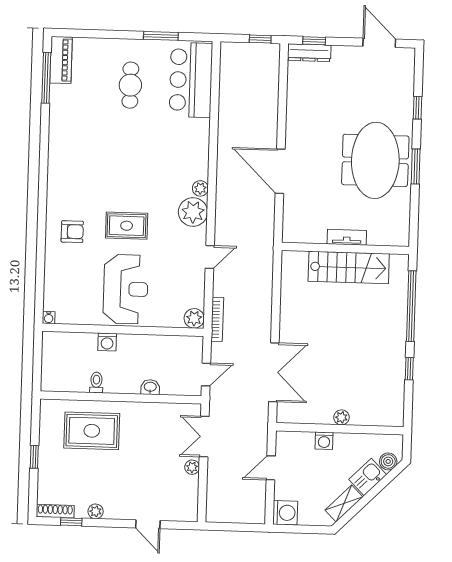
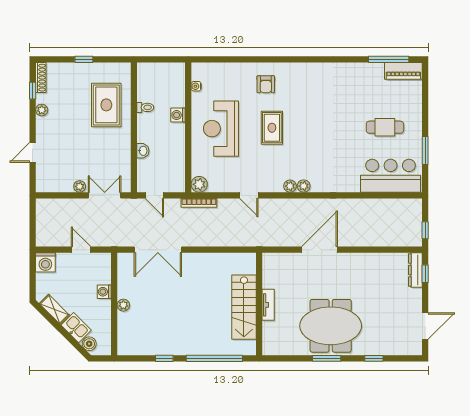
plant: (193, 212) -> (290, 186), width x0.53, depth x0.53
reception desk: (126, 289) -> (221, 129), turned 90
water cooler: (49, 318) -> (196, 86), moved

